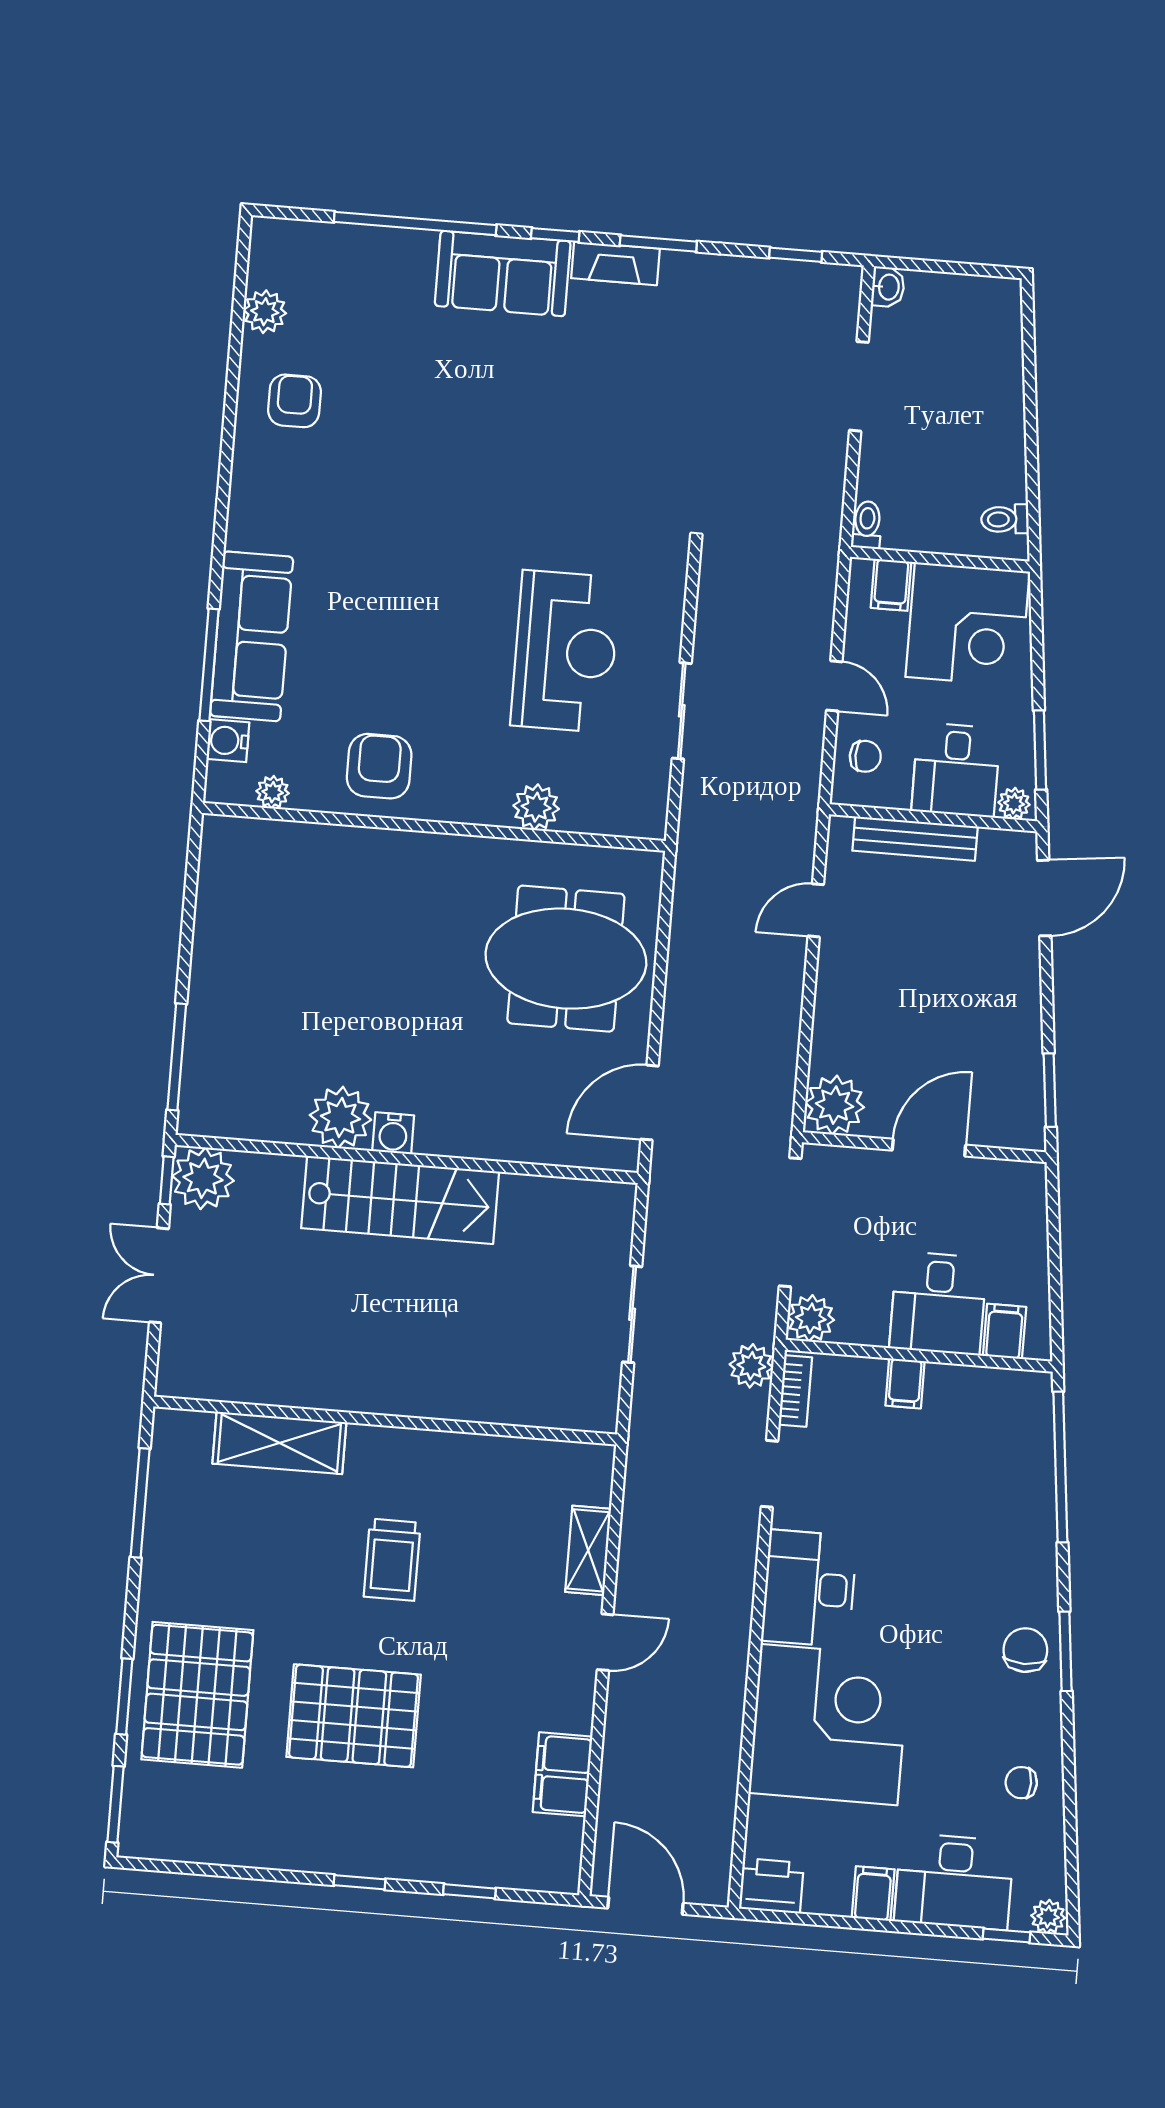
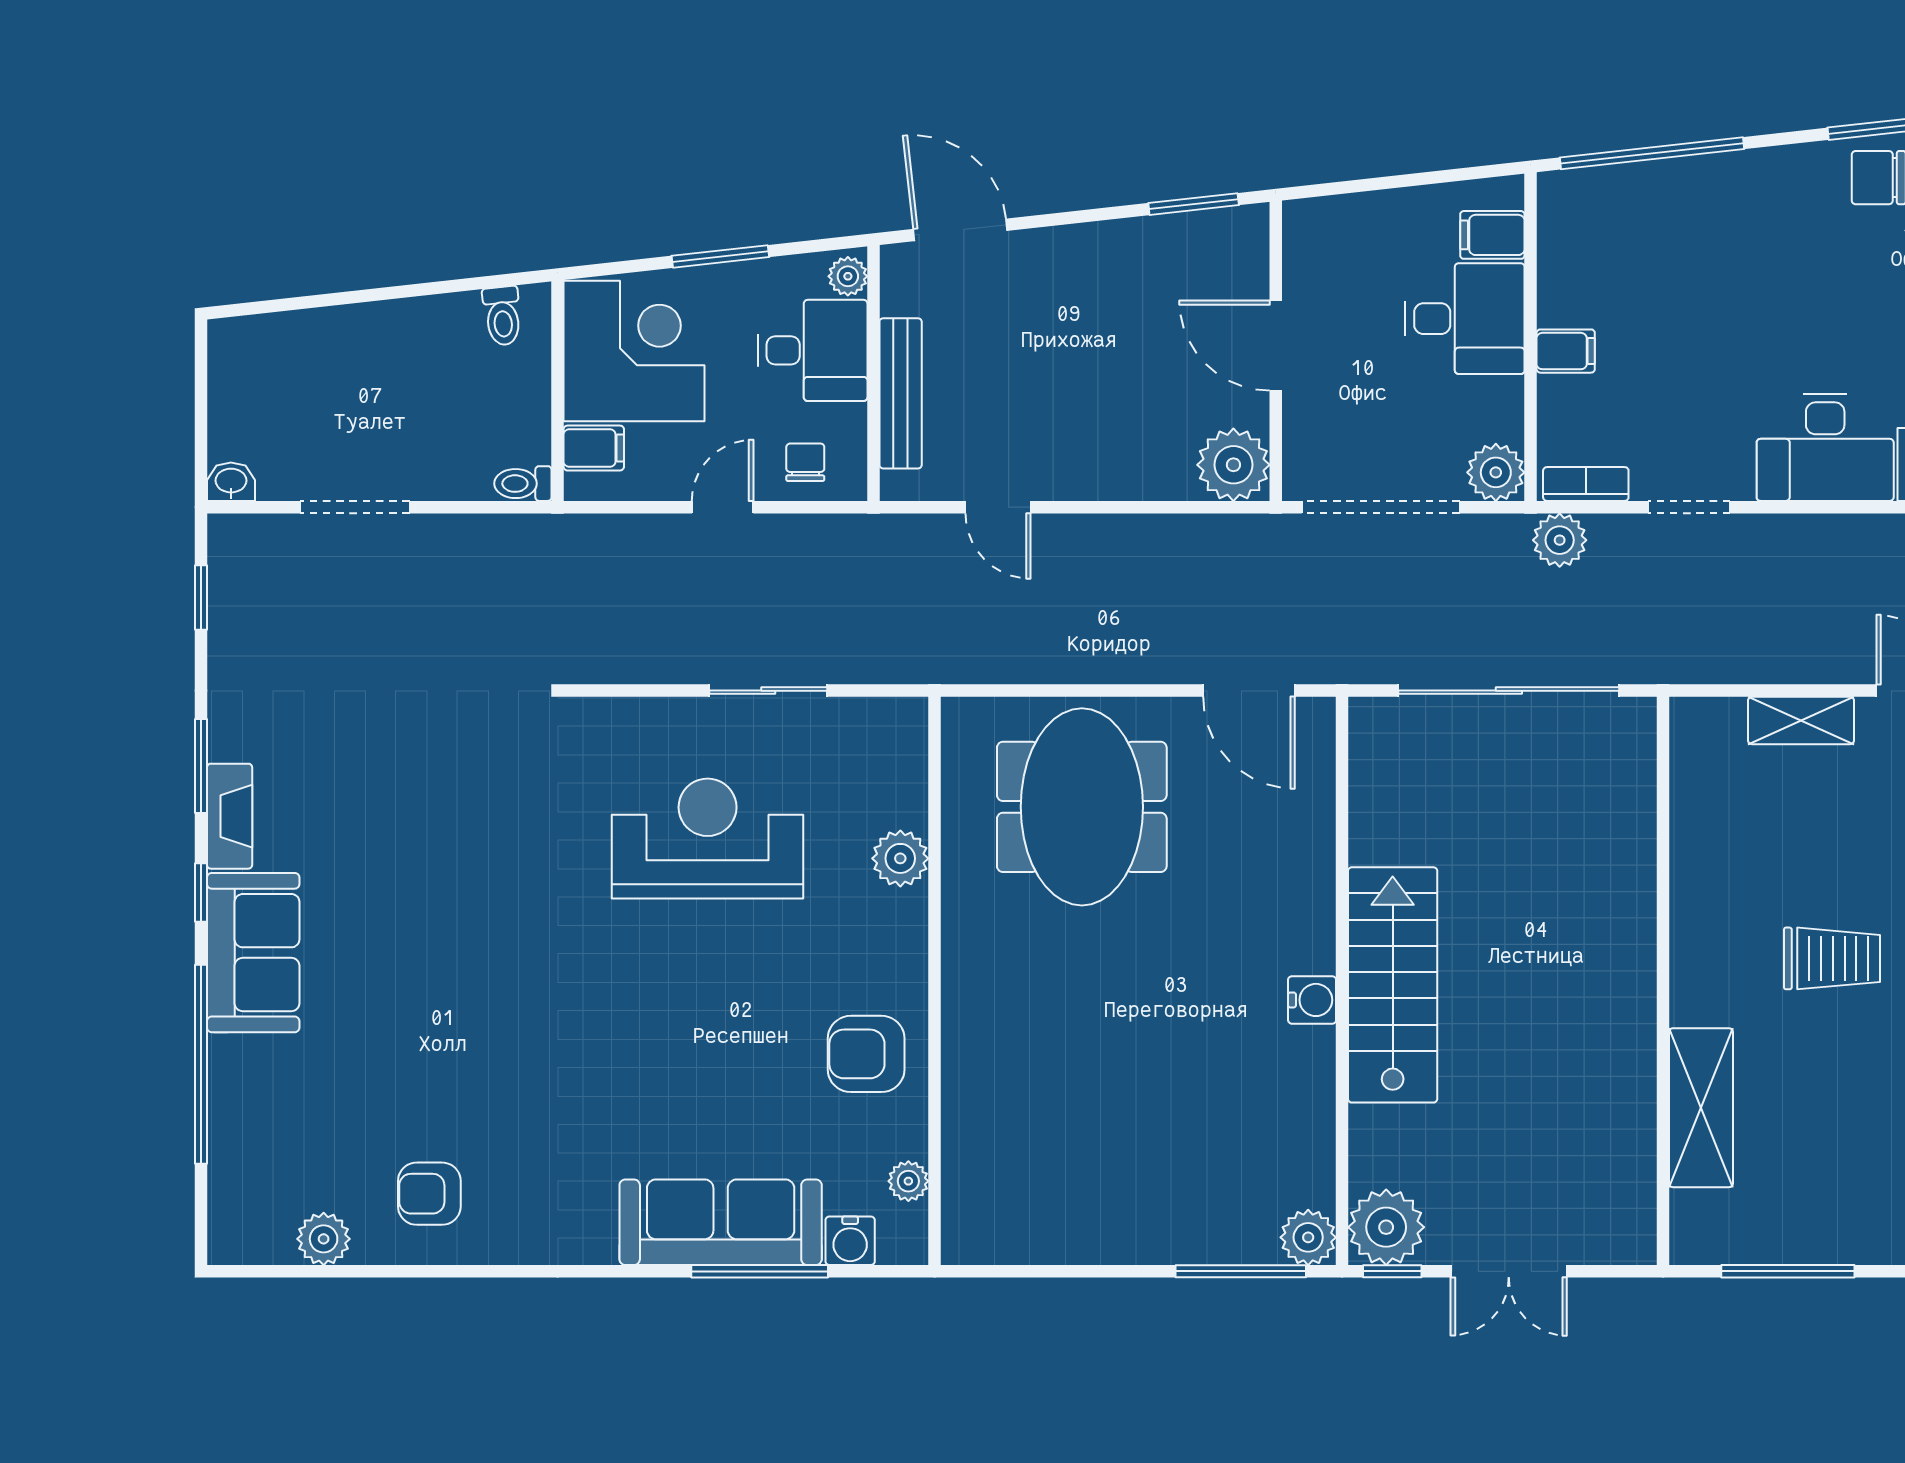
window: (1040, 750) -> (720, 256), moved
plant: (340, 1117) -> (1308, 1237), moved, width x0.73, depth x0.73
sliding door: (632, 1314) -> (1509, 691), width x1.86

